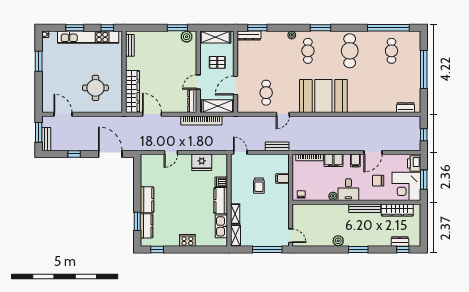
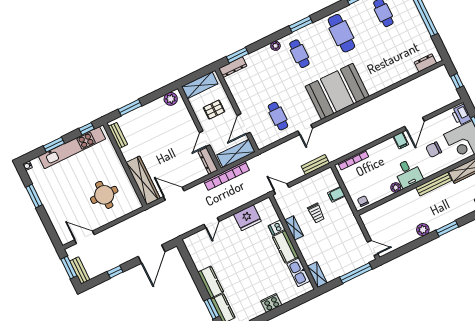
window: (177, 28) -> (130, 108), moved
door: (110, 154) -> (152, 254), swing flipped
filing cabinet: (333, 160) -> (379, 151), removed
shelving: (235, 214) -> (294, 228), moved

